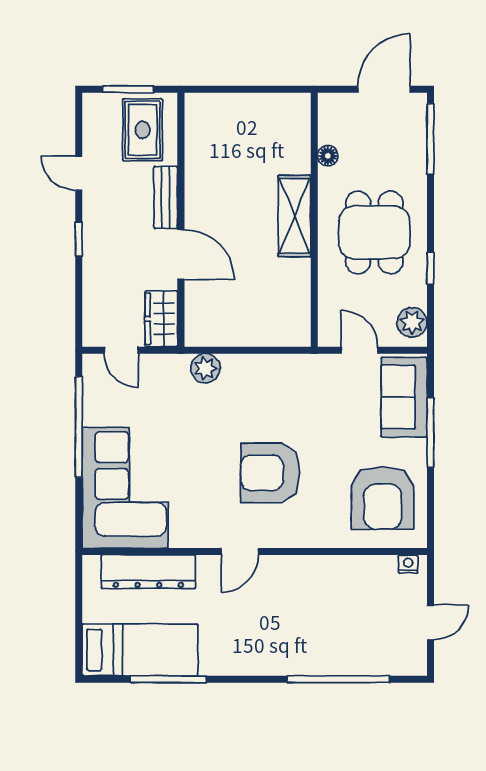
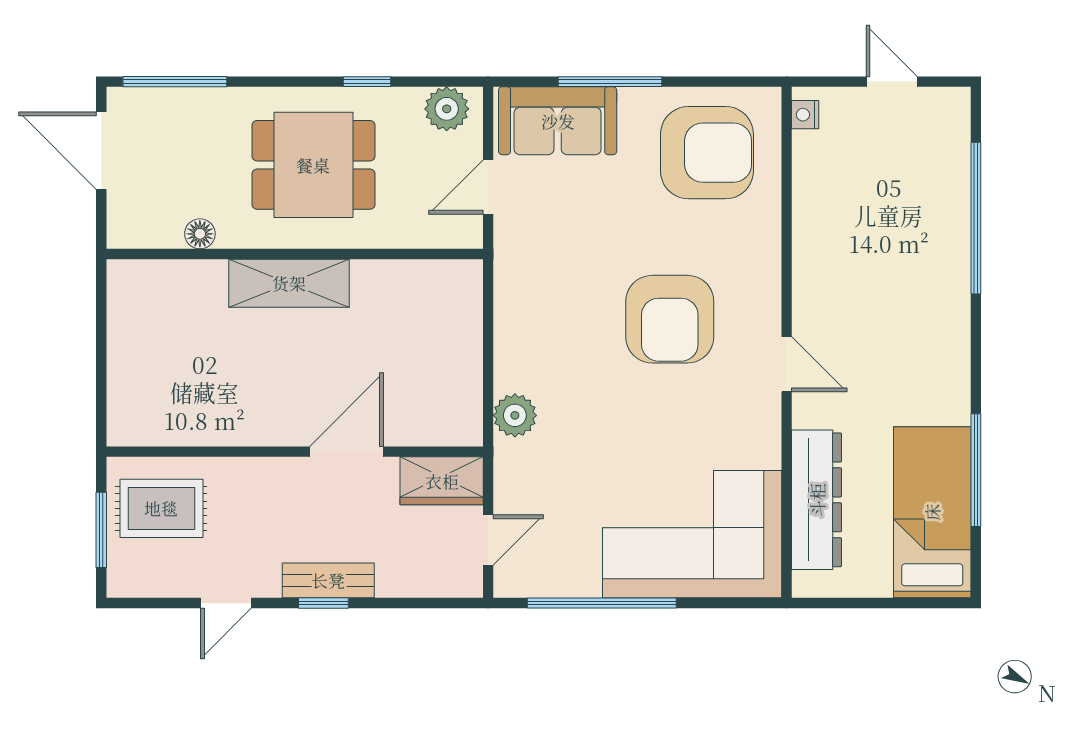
bench: (166, 197) -> (328, 580), moved

